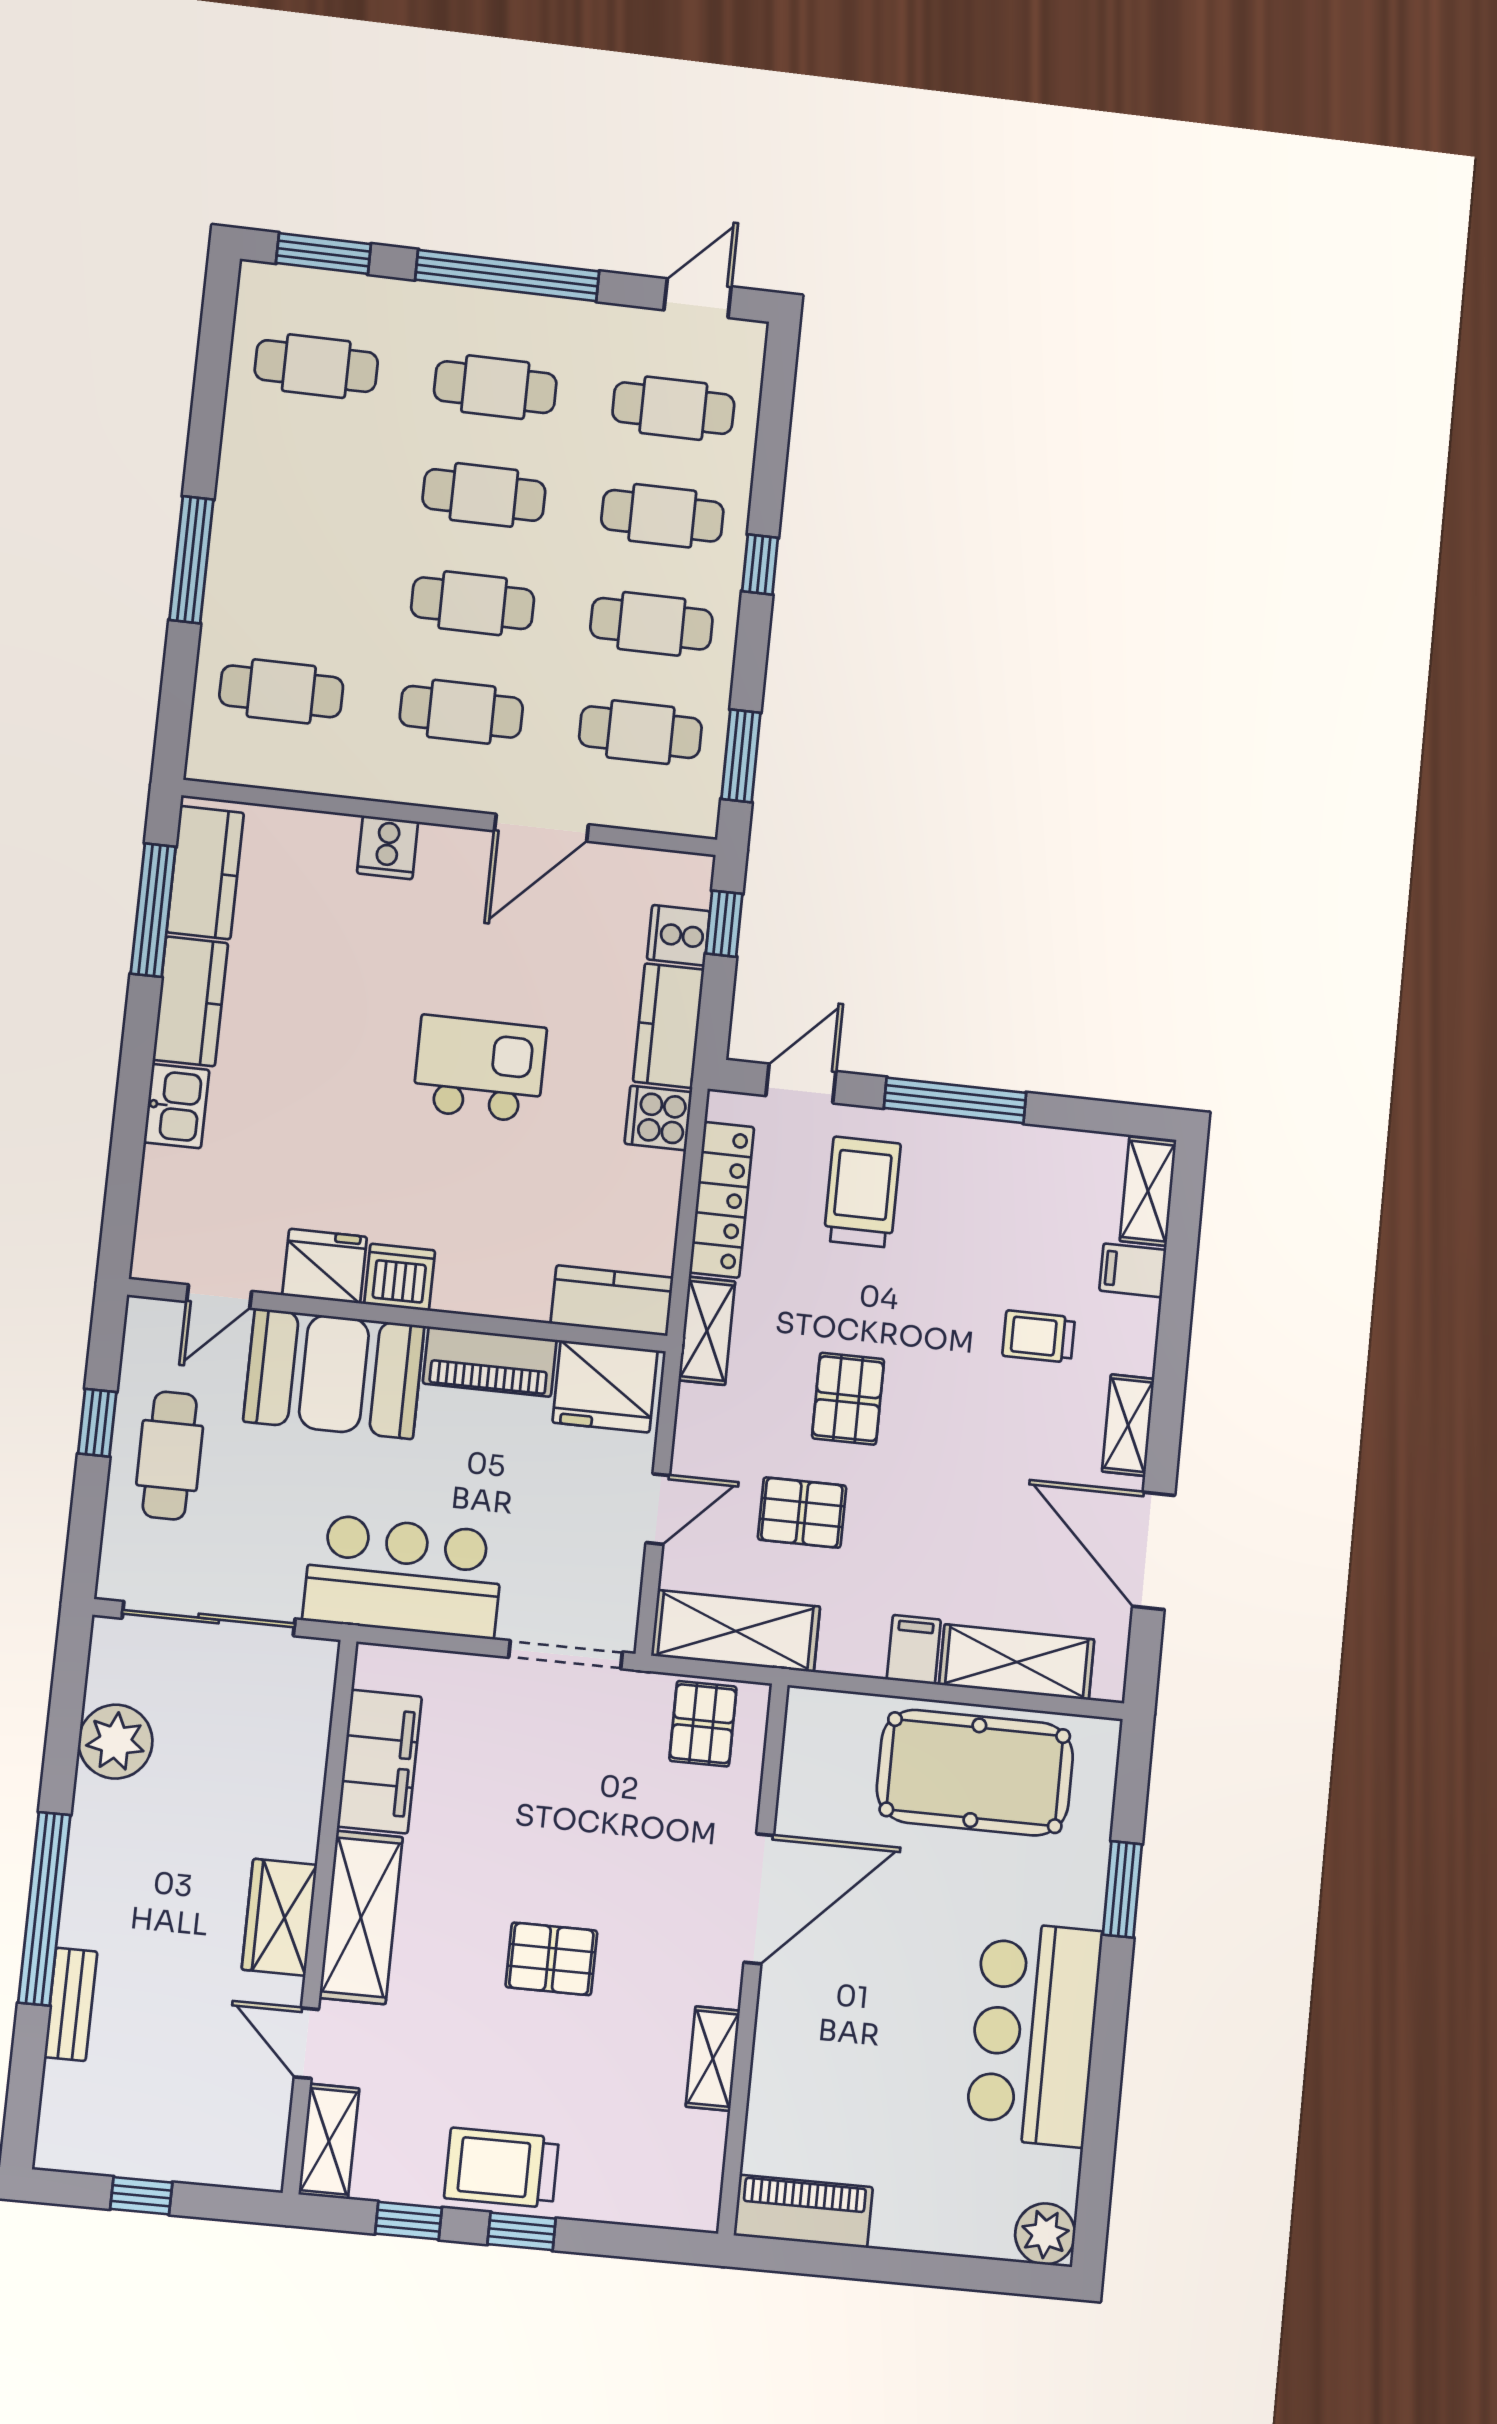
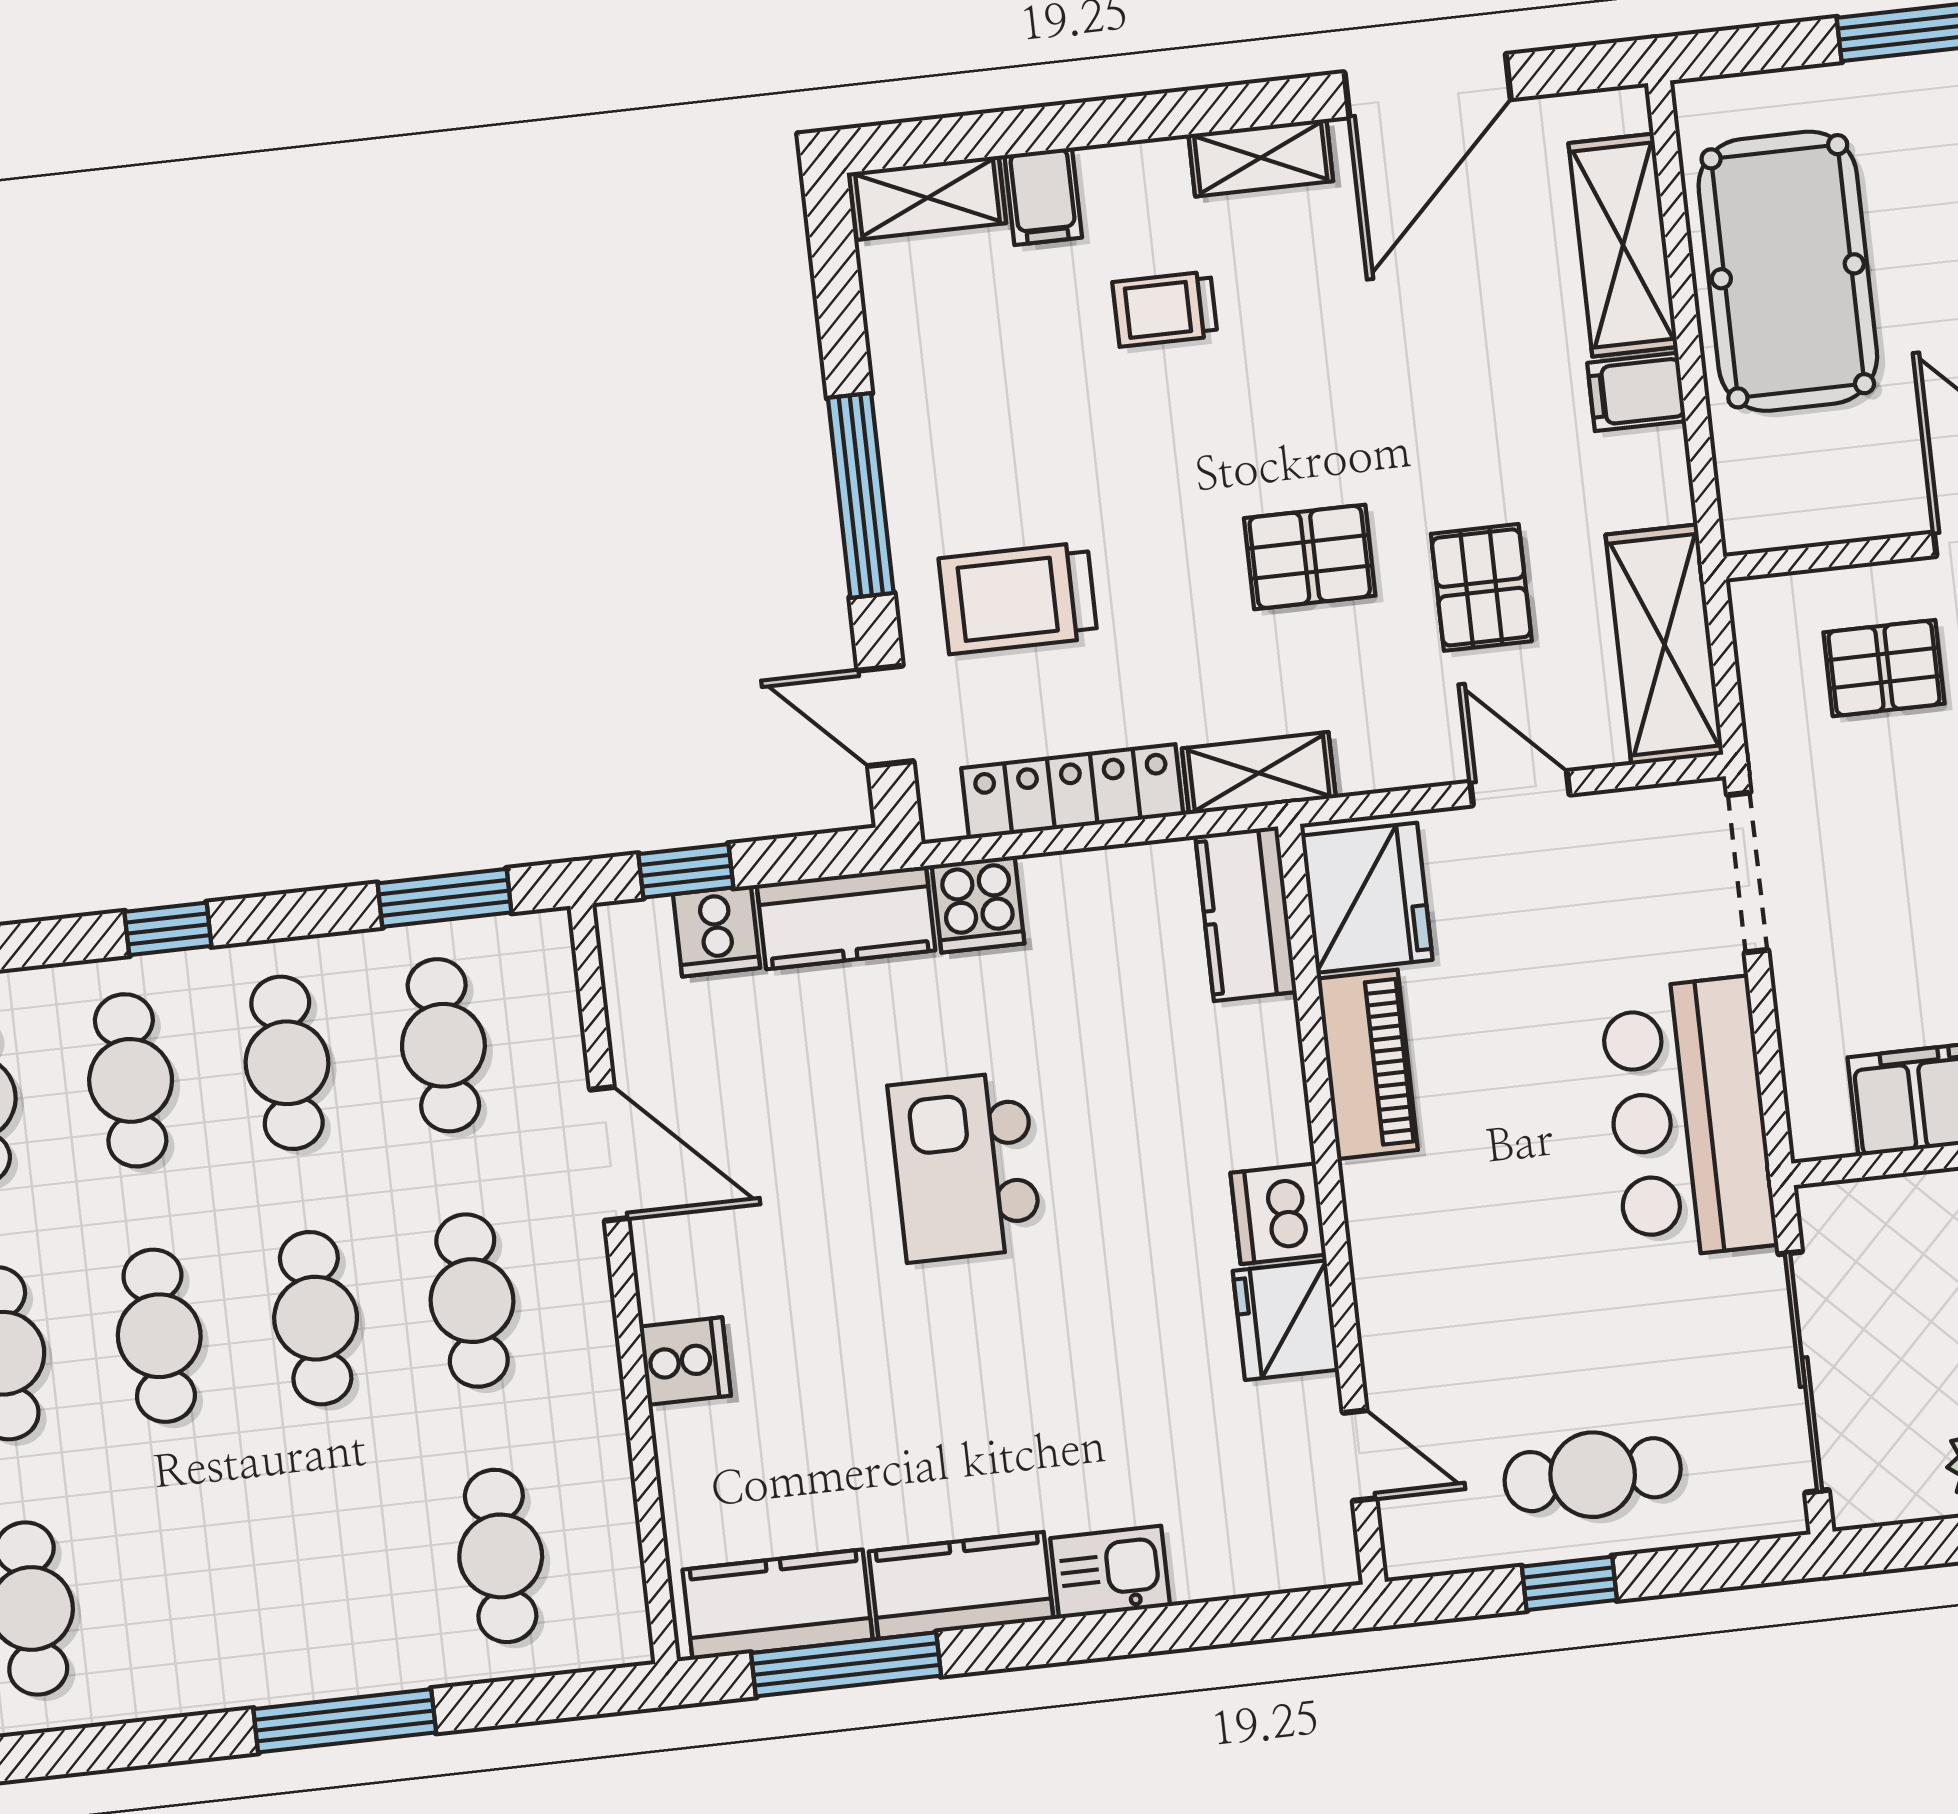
trolley: (1039, 1337) -> (1165, 309), turned 90
booth: (334, 1374) -> (1431, 1275), removed
pallet: (703, 1724) -> (1884, 668), moved

